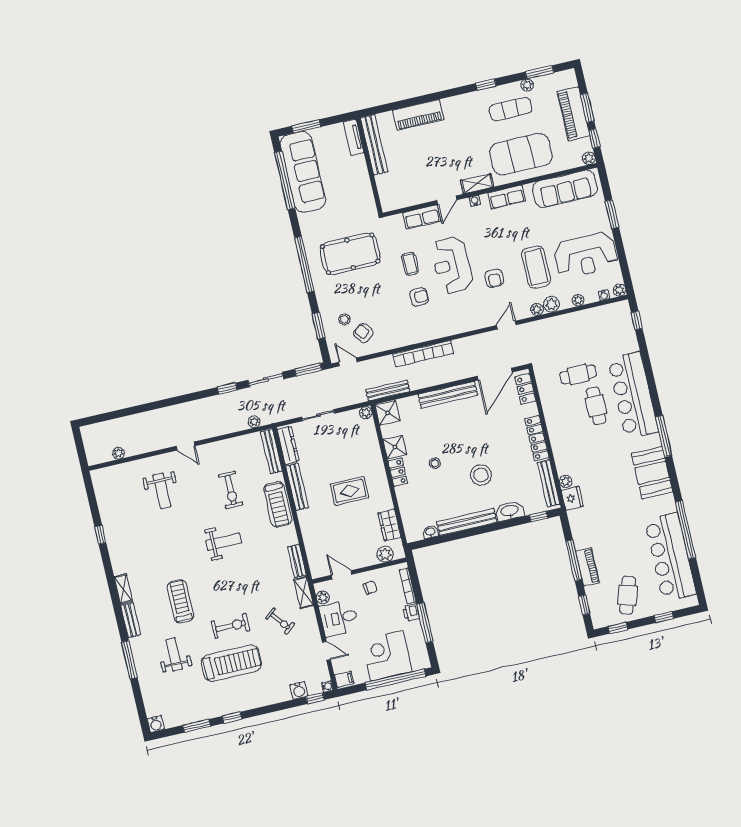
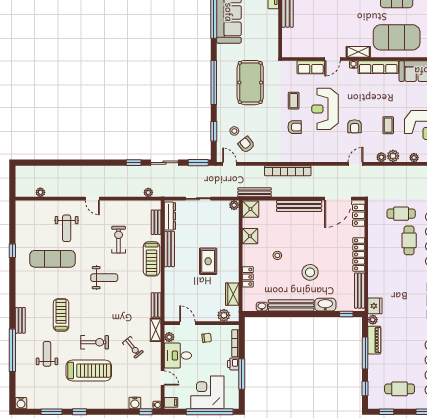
row of seats: (507, 197) -> (378, 67), width x1.48
pool table: (350, 254) -> (250, 83), turned 90
coffee table: (536, 267) -> (388, 125), width x0.54, depth x0.58
bench: (271, 451) -> (156, 222), width x0.73
locker: (398, 472) -> (248, 277), moved
plant: (566, 481) -> (373, 320), moved
exercise bike: (231, 490) -> (119, 240), turned 180
rug: (350, 491) -> (208, 261), turned 90
exercise mat: (153, 533) -> (52, 259), added
piano: (587, 567) -> (374, 340), moved
shelving: (123, 589) -> (20, 296), removed
cafe table: (628, 595) -> (400, 389), turned 72
window: (129, 660) -> (12, 350), width x1.46

